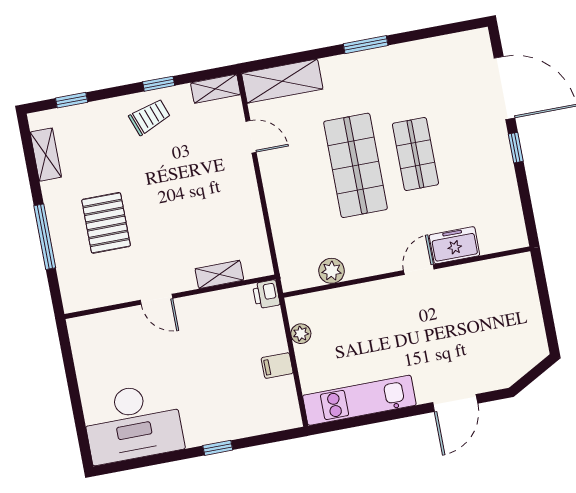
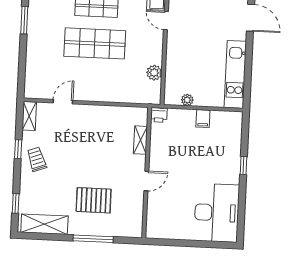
shelving: (282, 81) -> (34, 75), removed
shelving: (46, 155) -> (44, 224), width x1.50, depth x1.33

